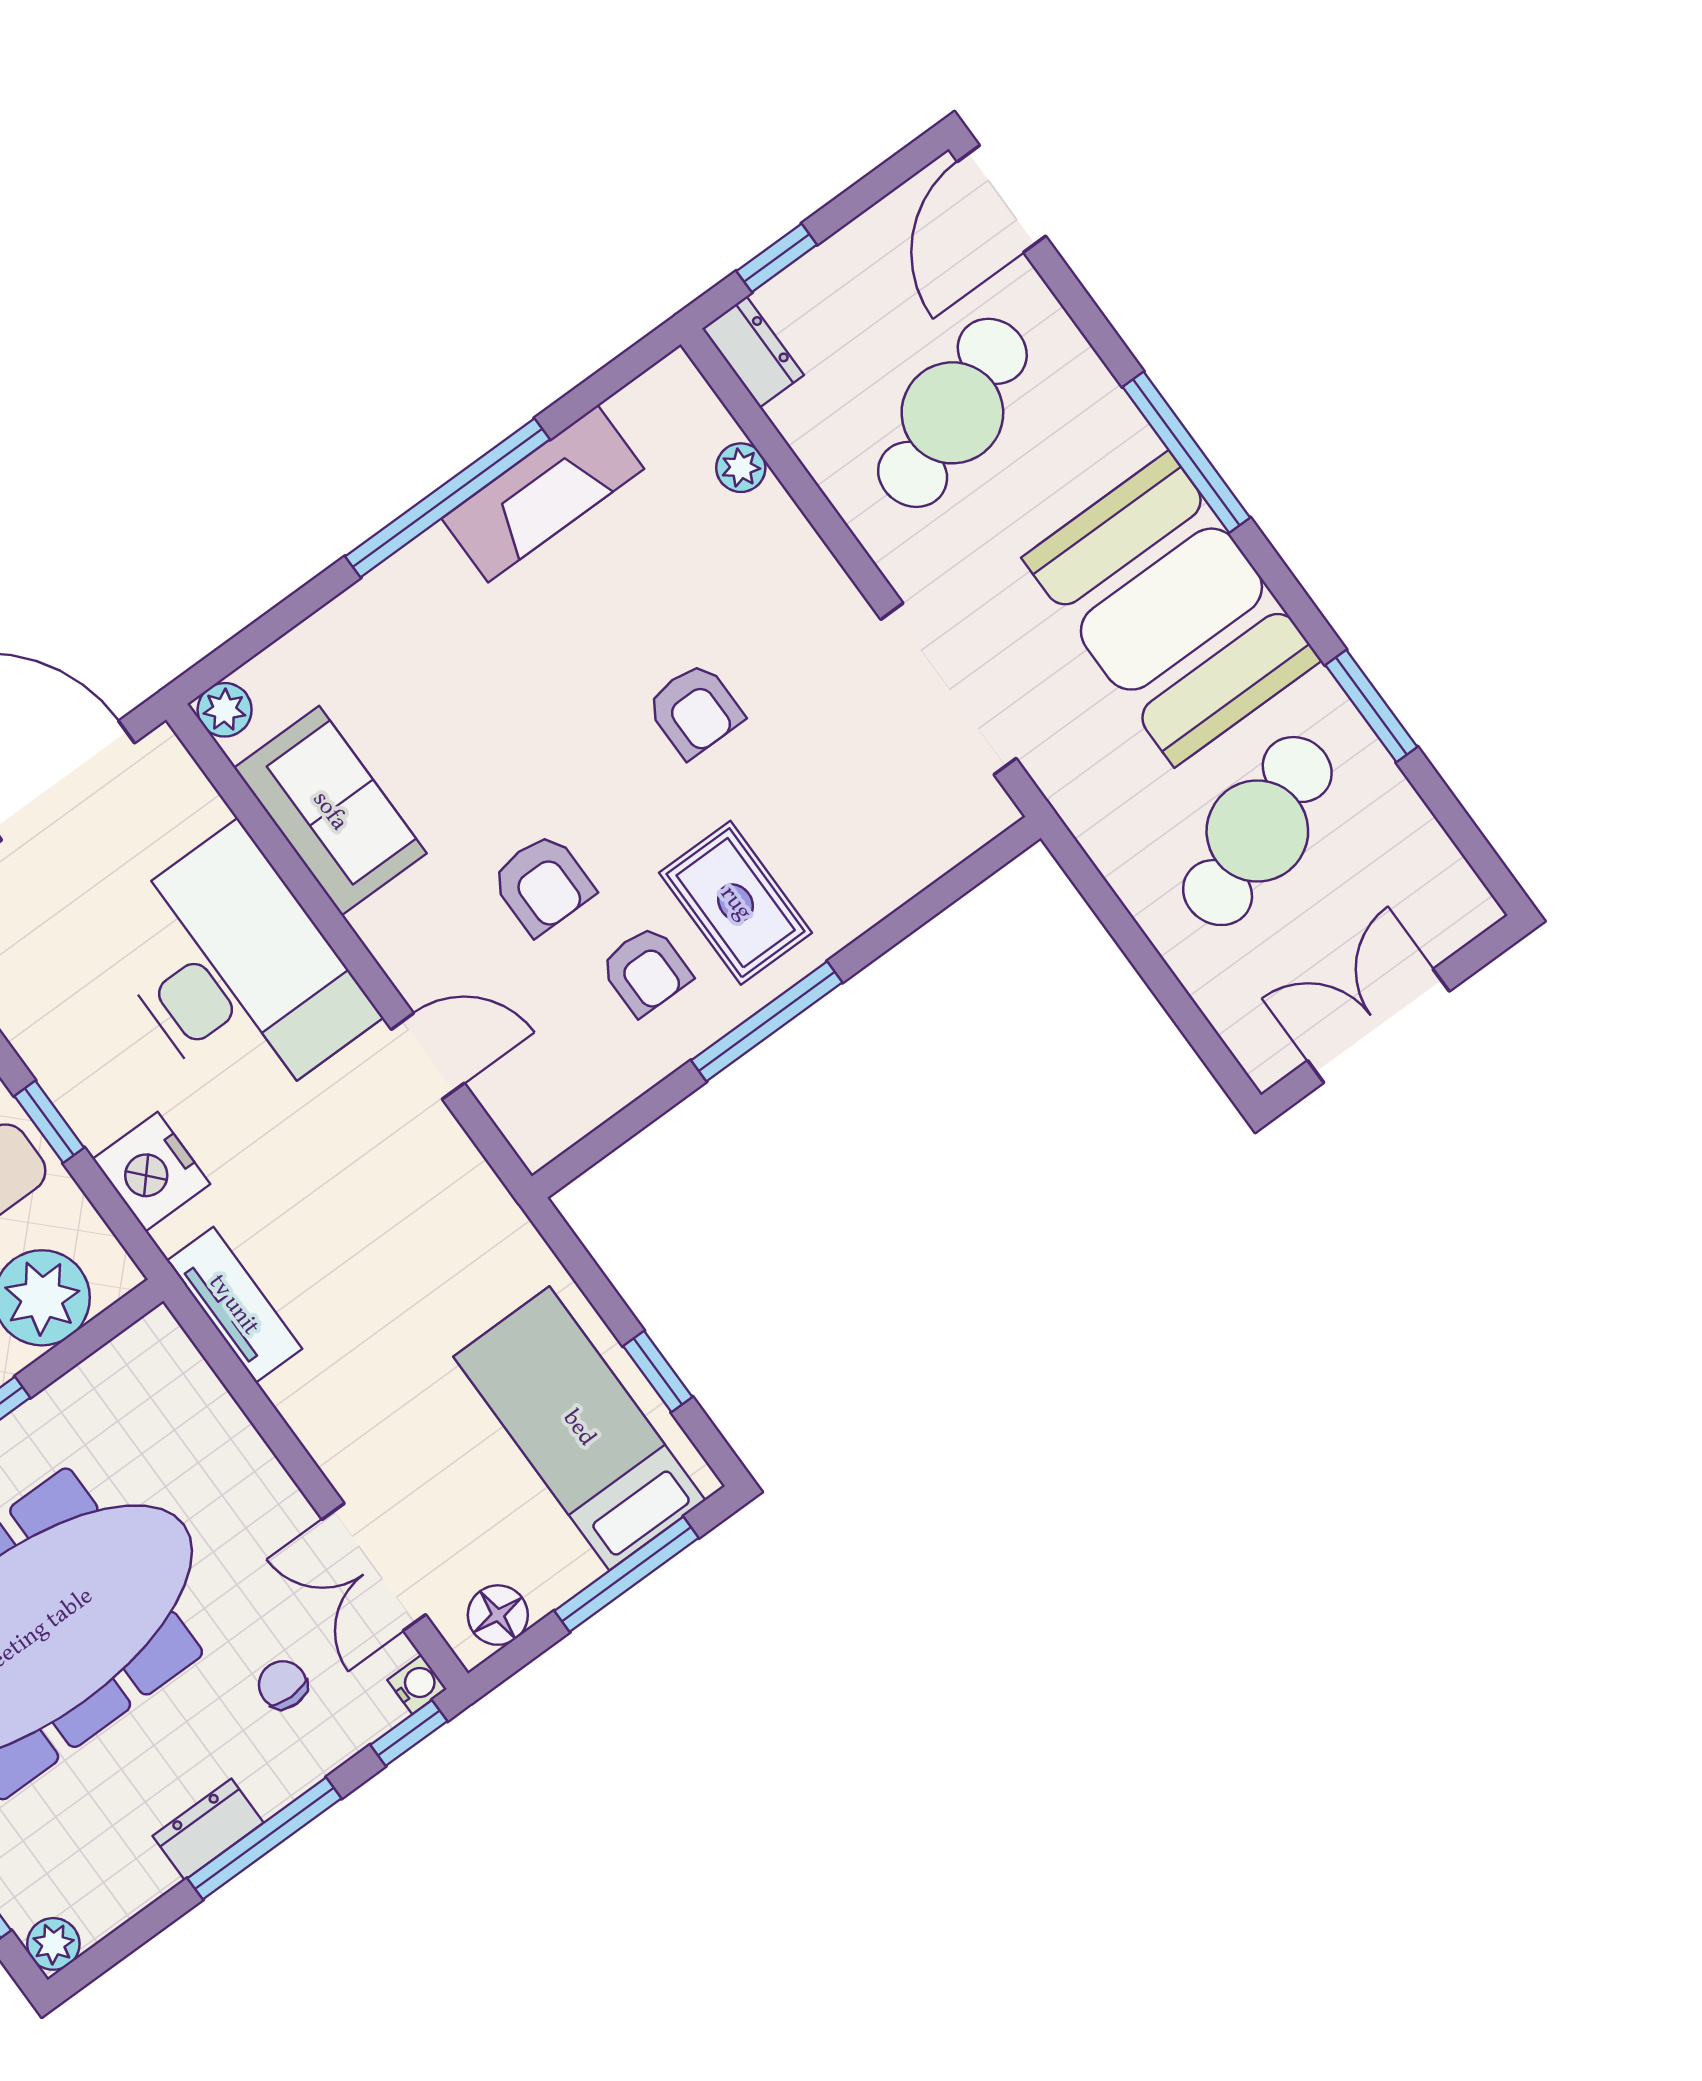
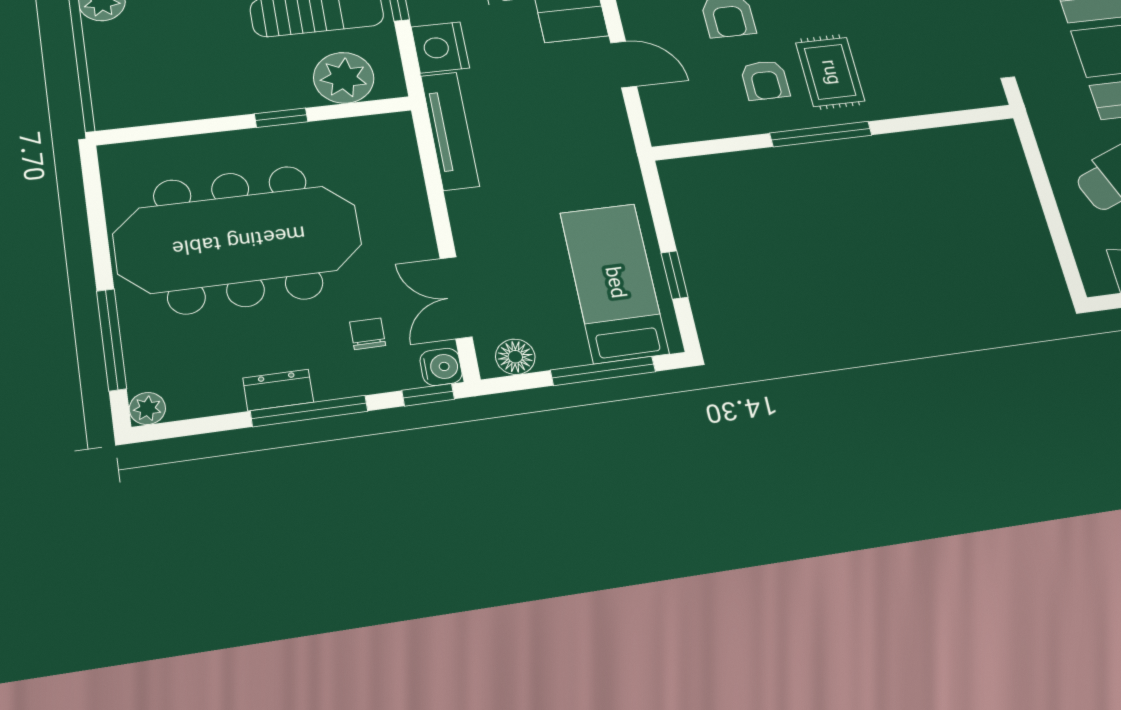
tv unit: (234, 1305) -> (450, 131), width x1.41
water cooler: (417, 1684) -> (441, 367), width x1.38, depth x1.38

